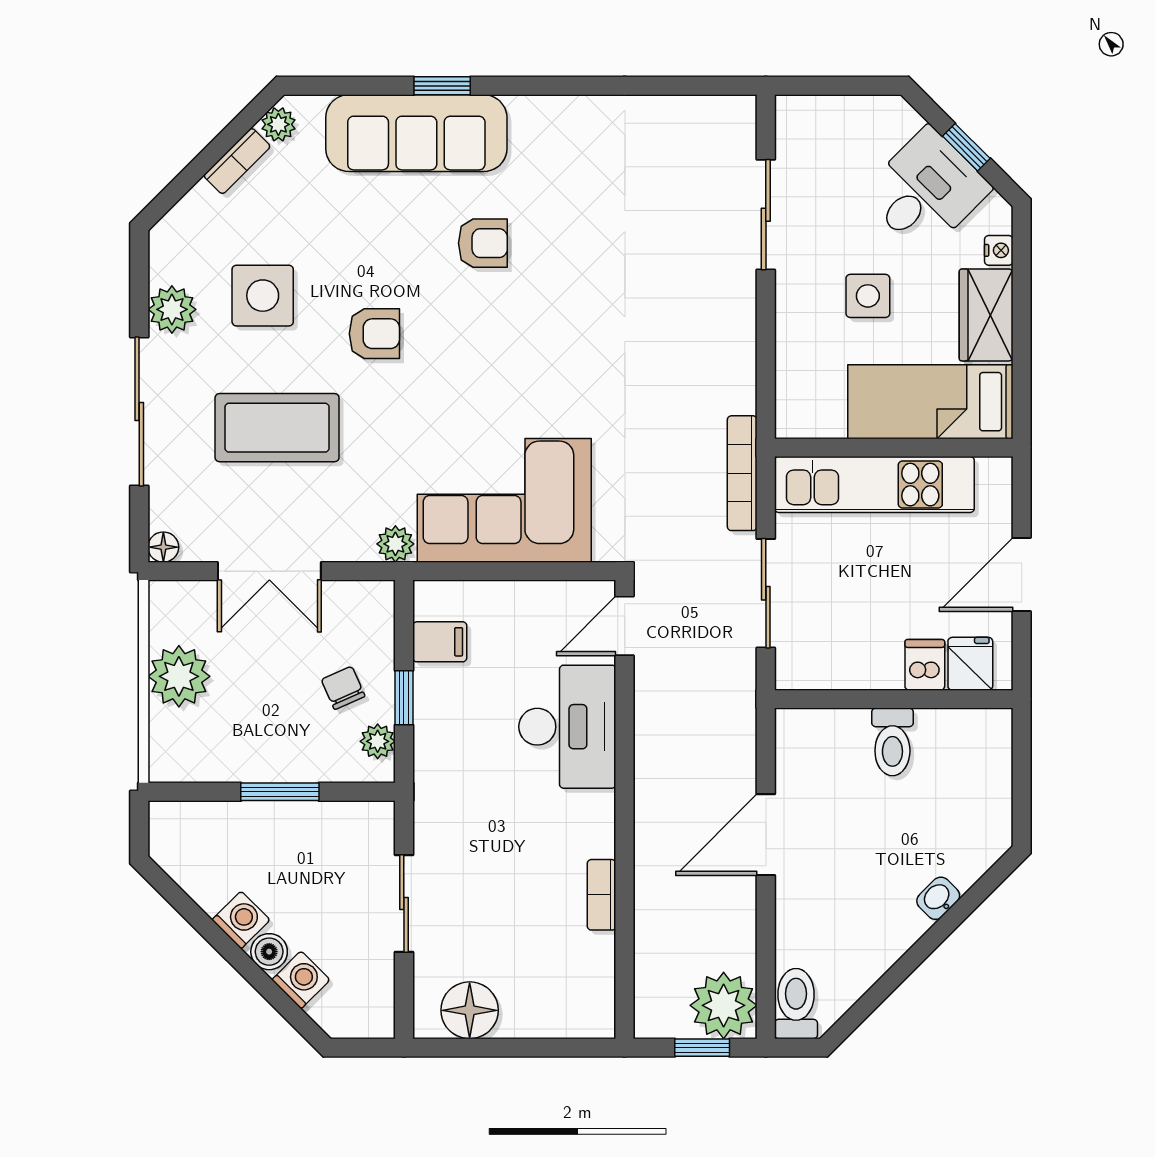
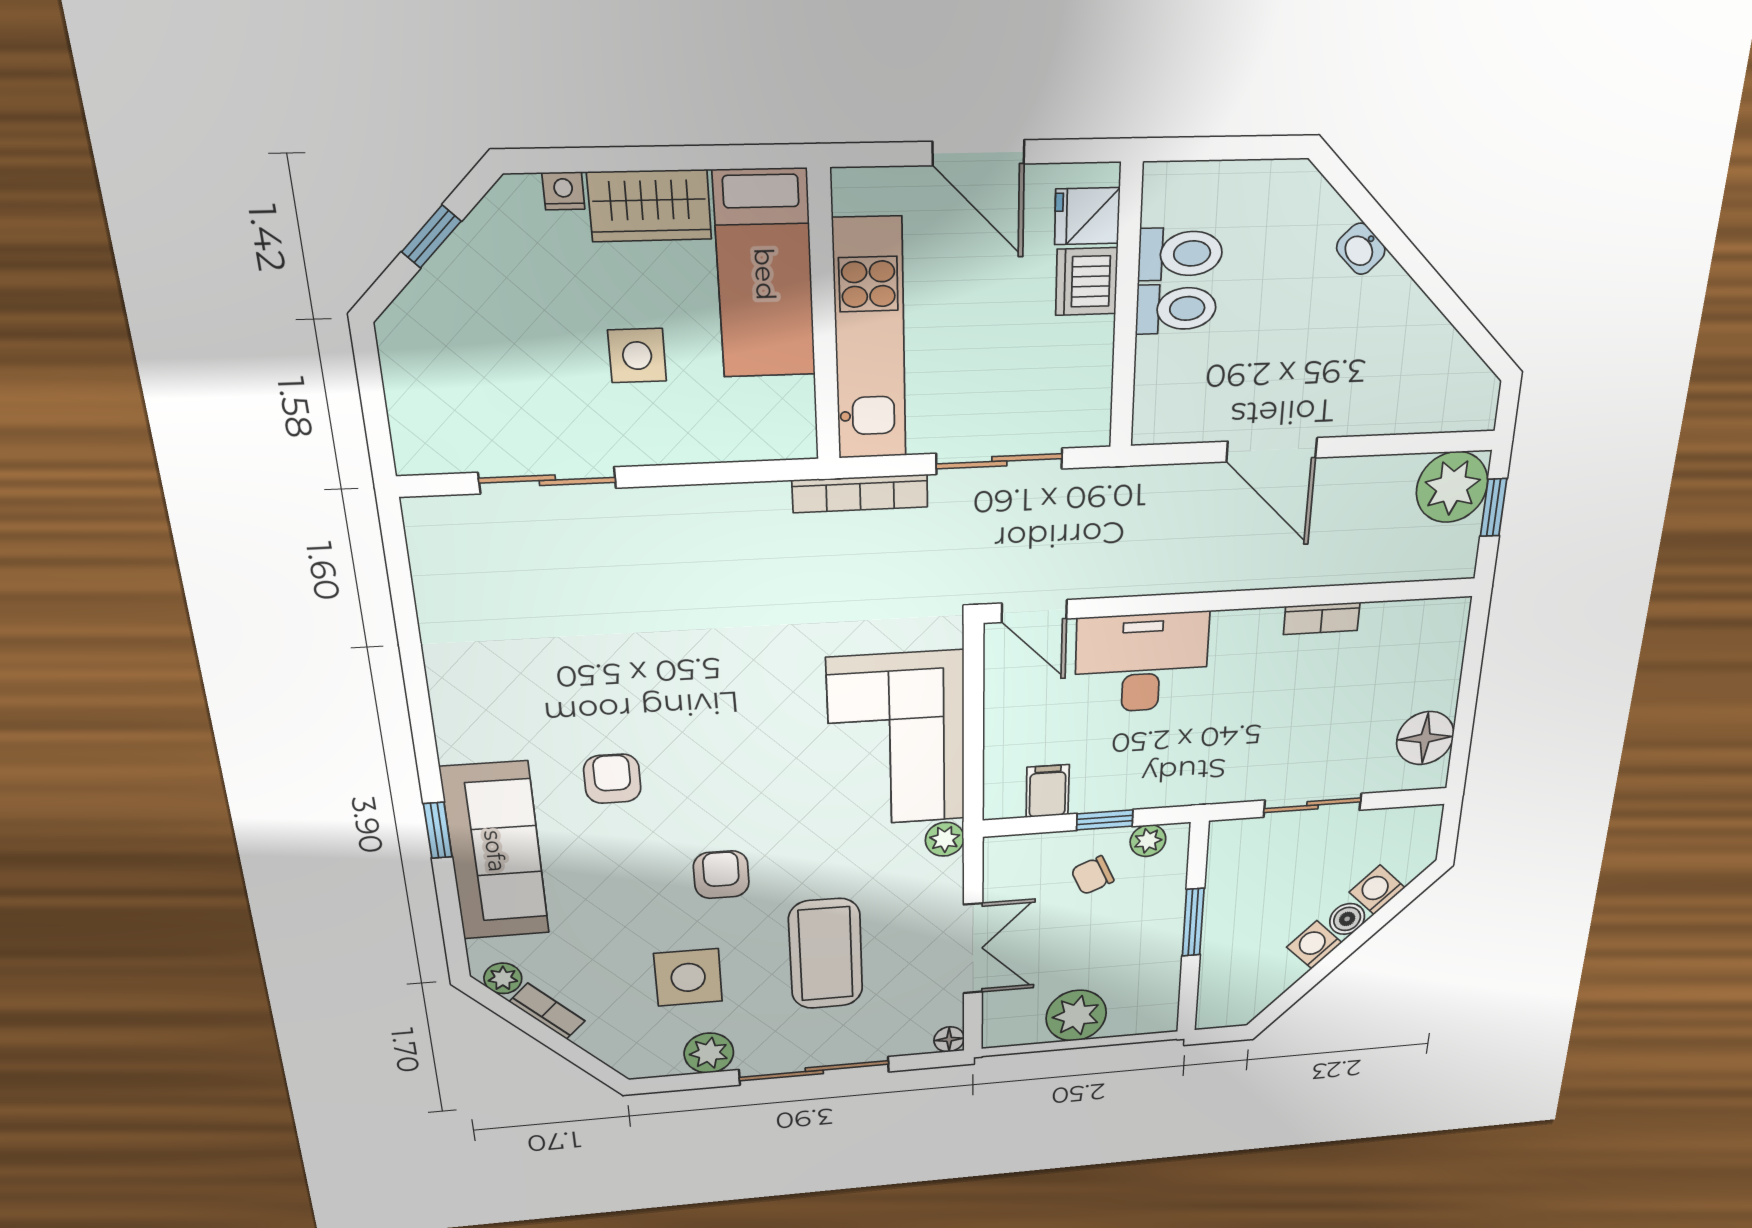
desk: (926, 191) -> (495, 287), removed
dishwasher: (925, 665) -> (1087, 282), width x1.38
toilet: (796, 1004) -> (1180, 254), moved, turned 180

